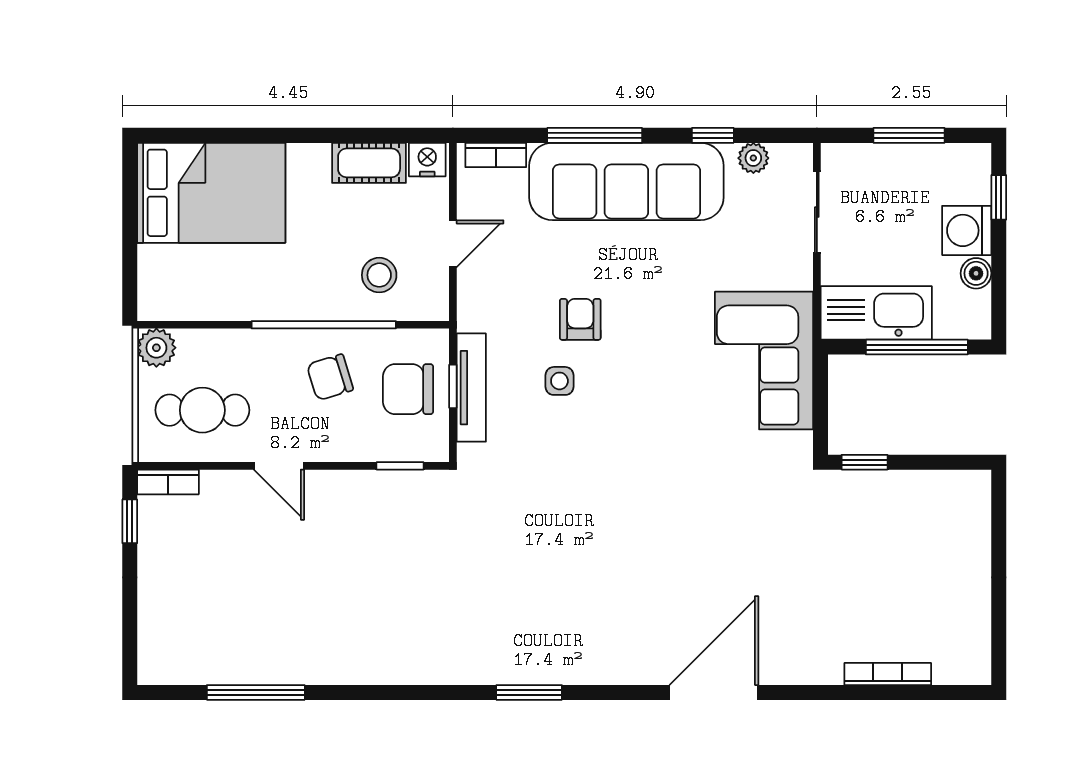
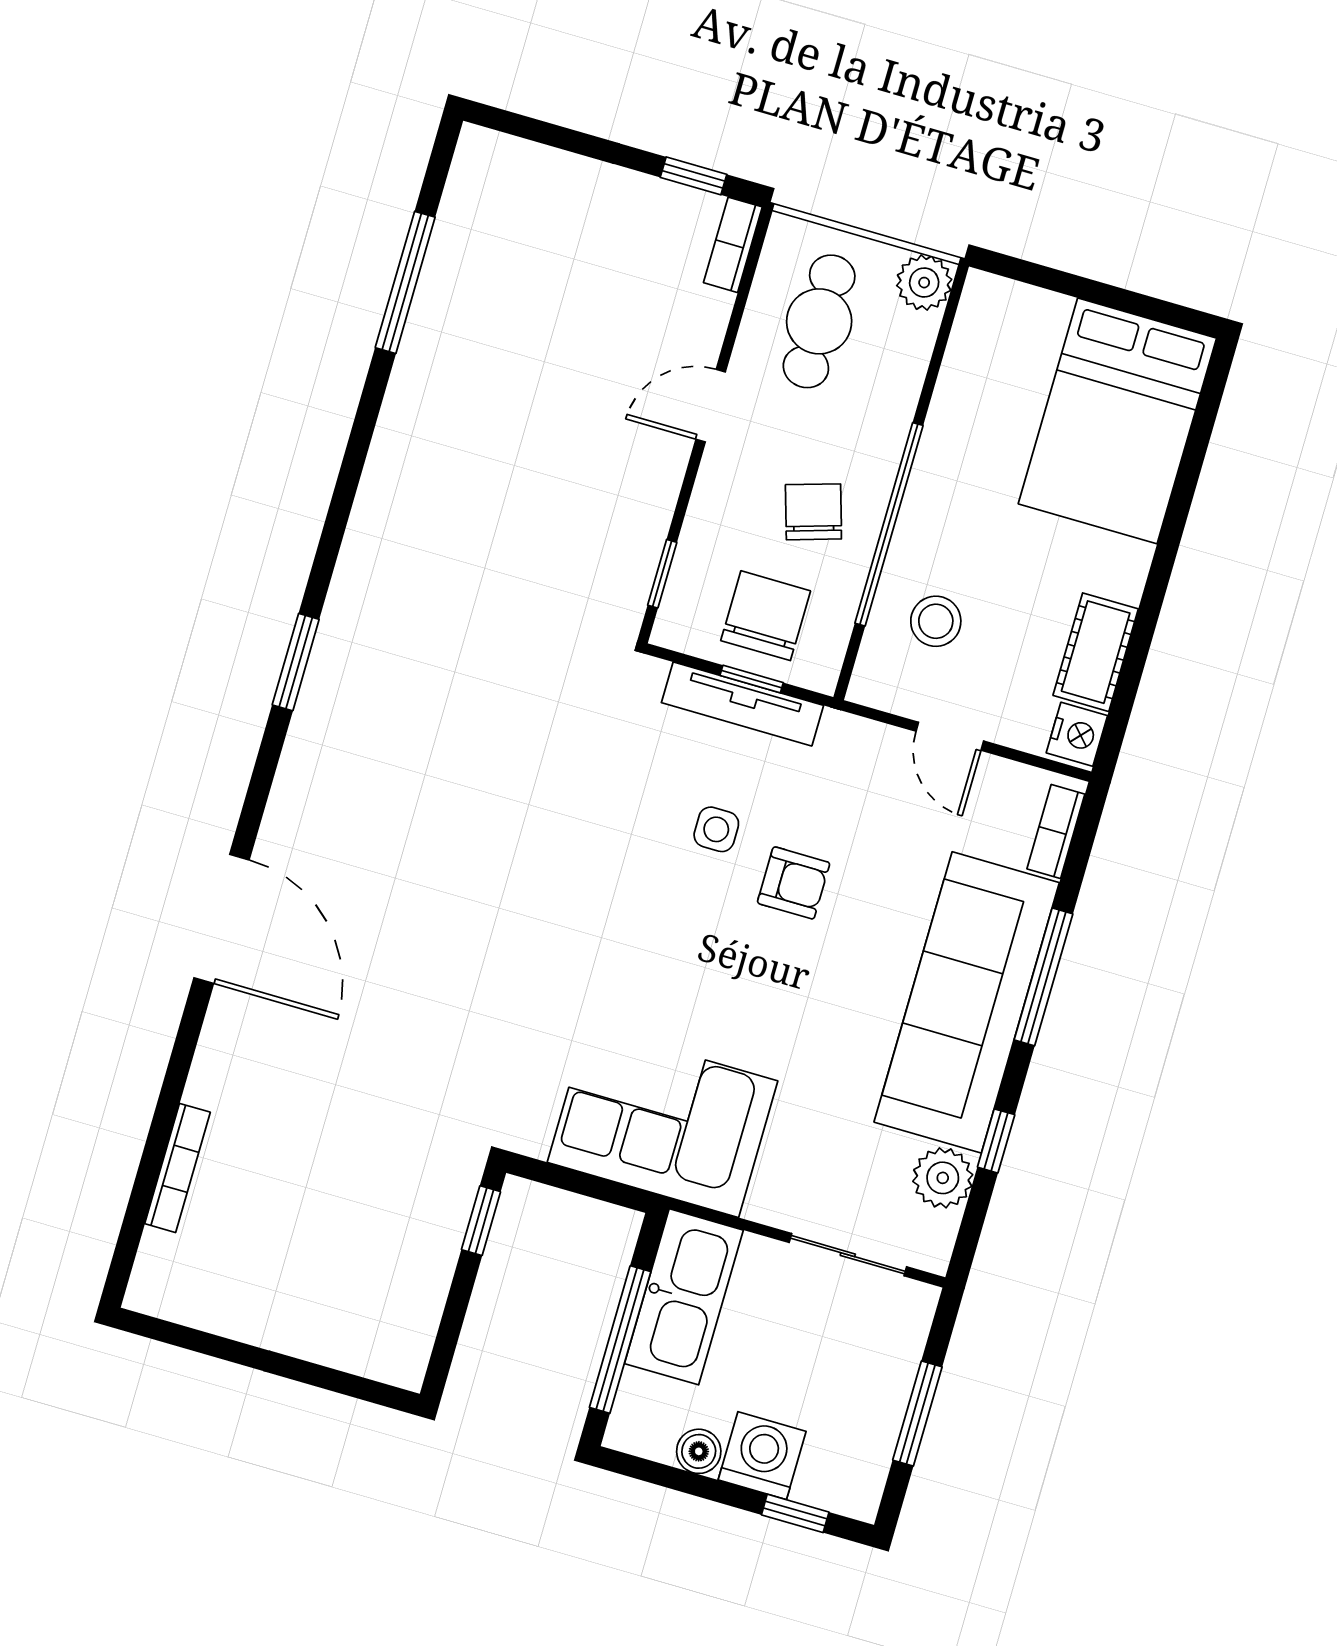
plant: (753, 158) -> (943, 1178), width x1.38, depth x1.38

